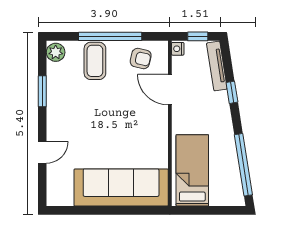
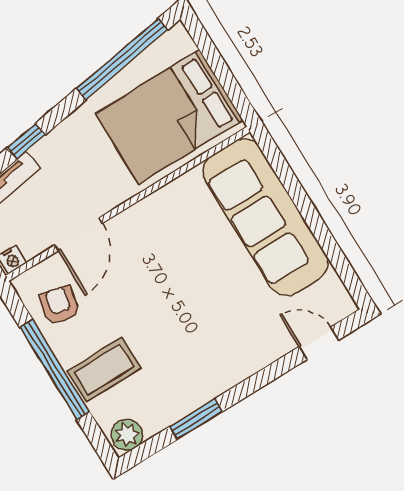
door: (42, 152) -> (319, 343), moved
bed: (192, 170) -> (169, 117), width x1.50

